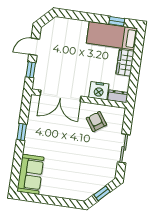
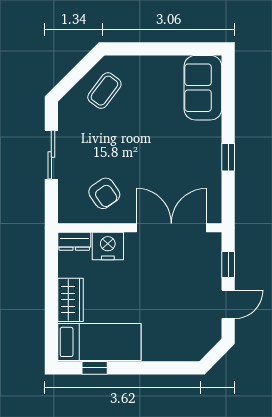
coffee table: (88, 181) -> (104, 91), added
window: (102, 193) -> (77, 73), removed

